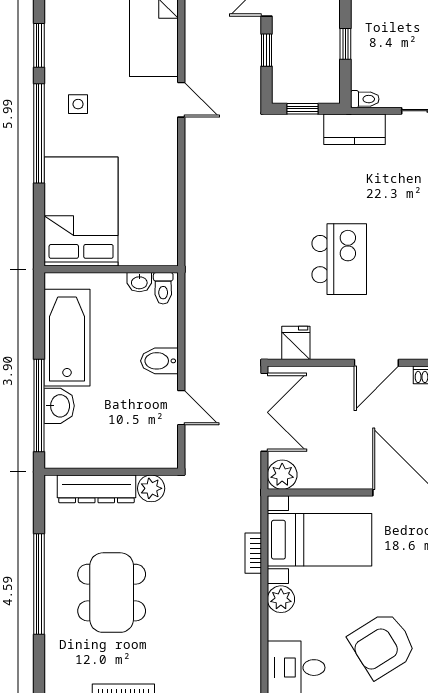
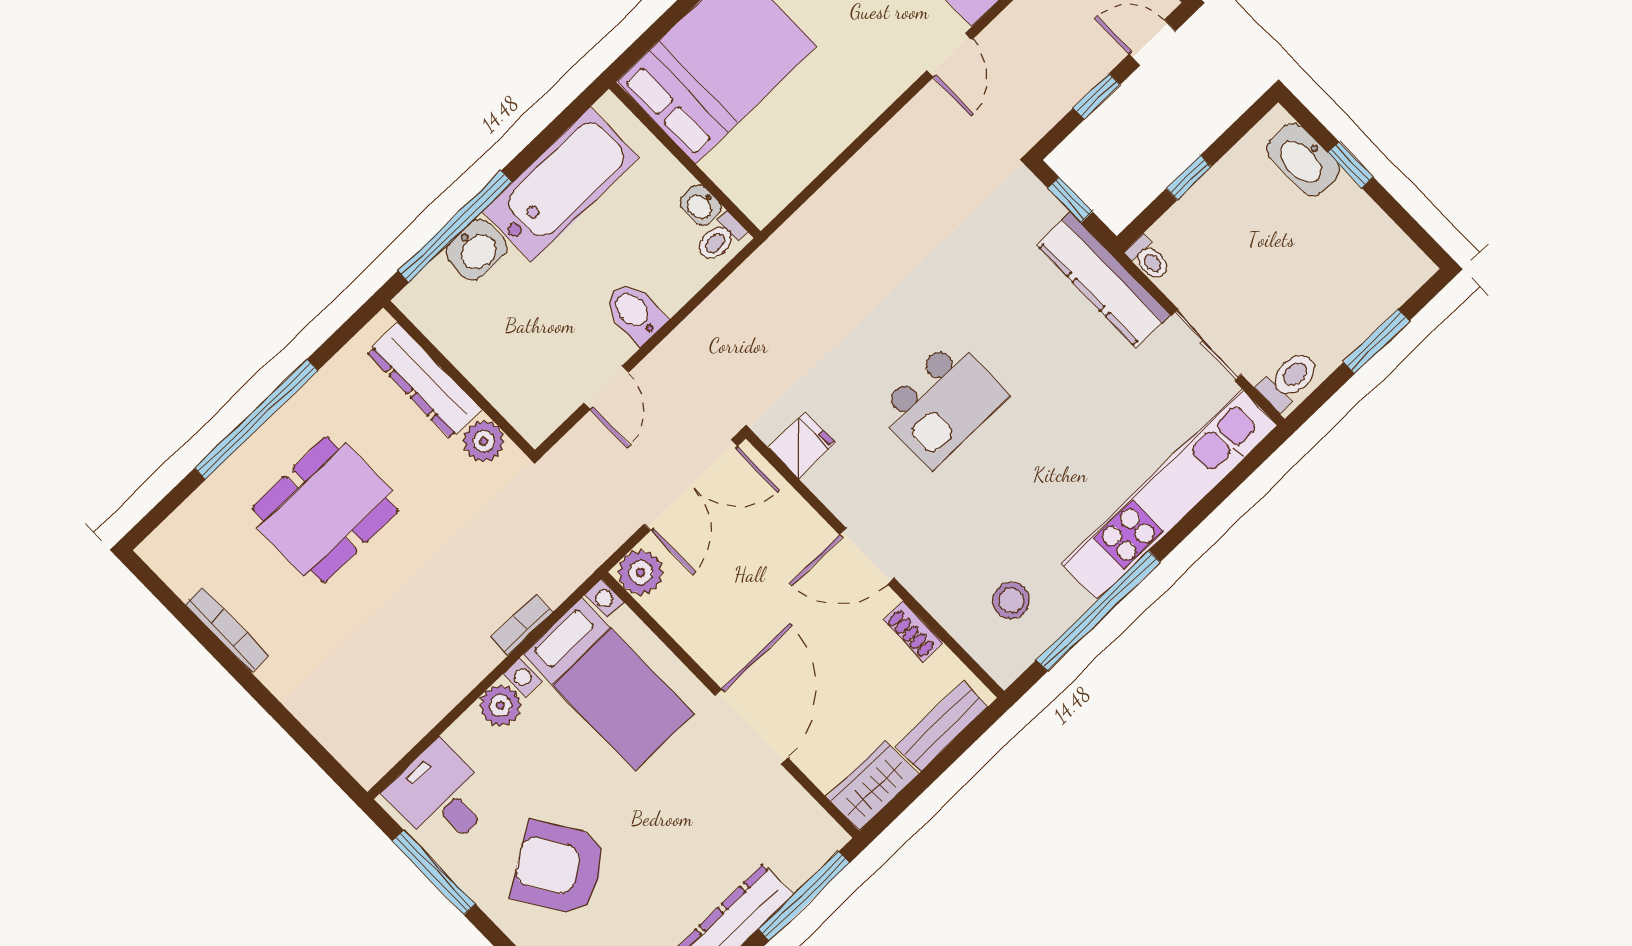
kitchen counter: (354, 129) -> (1103, 280), width x1.50

